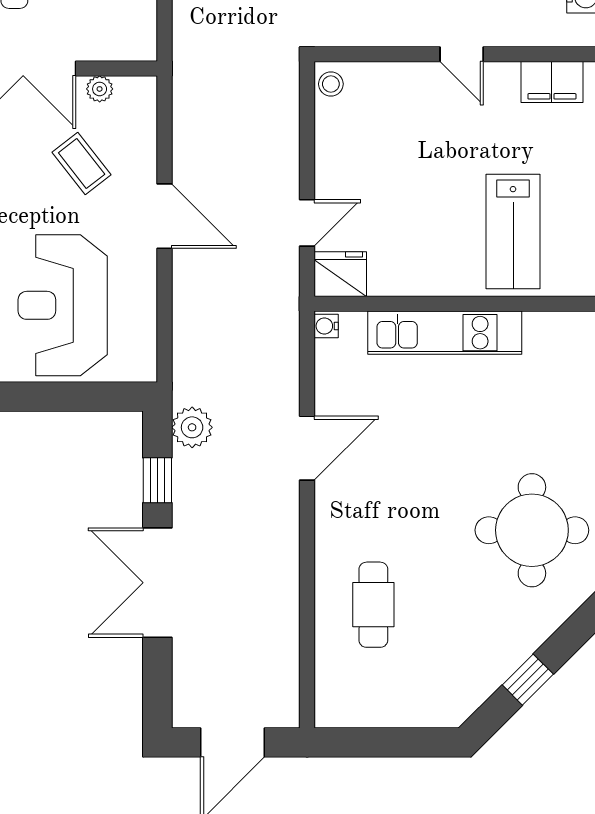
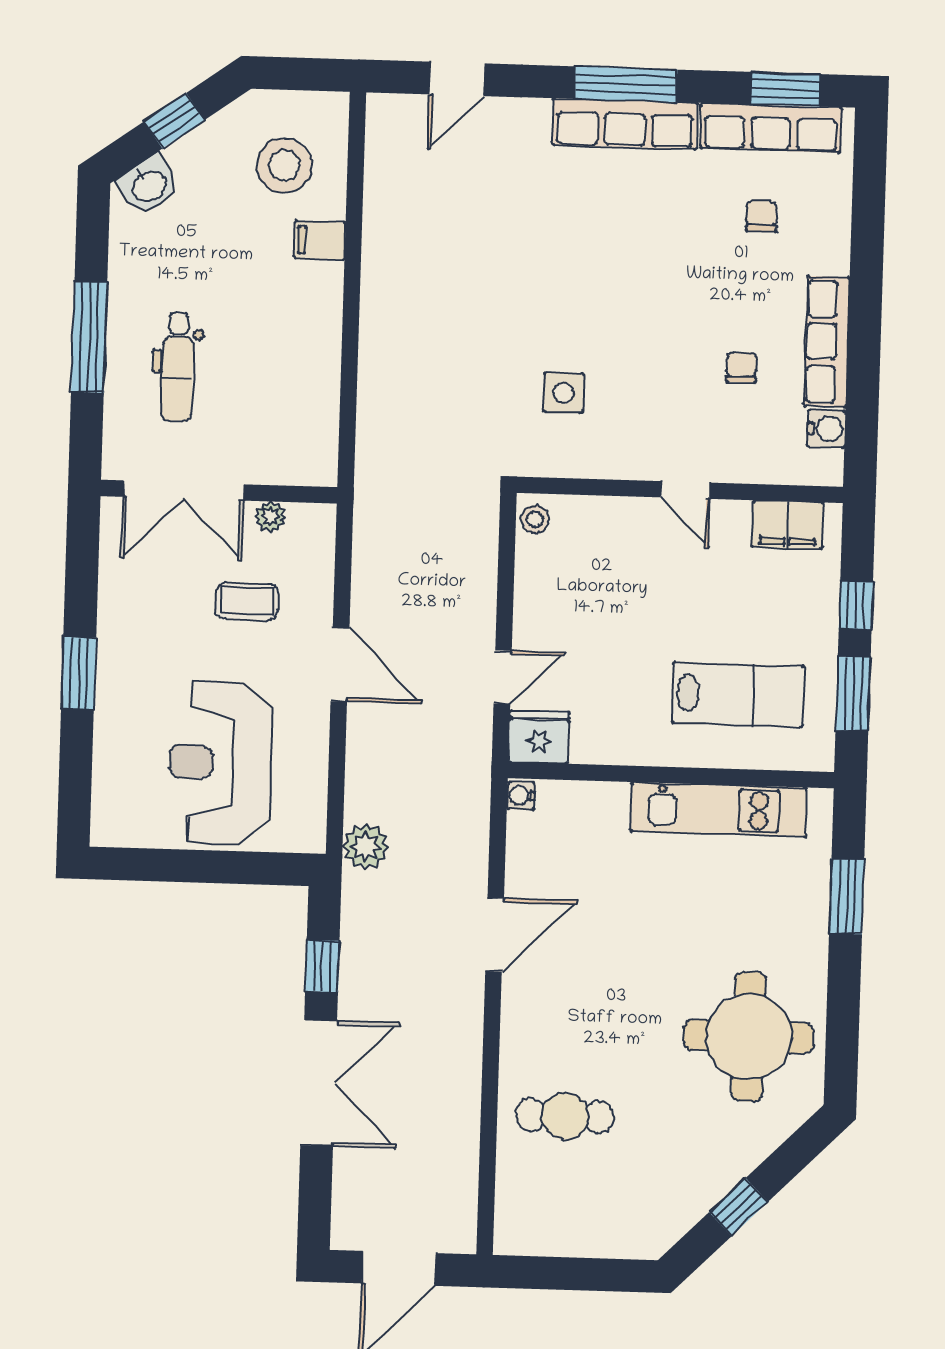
coffee table: (82, 164) -> (247, 601), turned -52
lab bench: (513, 232) -> (738, 694), turned -90
kitchen unit: (445, 333) -> (719, 810), moved
plant: (192, 427) -> (366, 847), moved
double door: (157, 583) -> (319, 1083), swing flipped
cafe table: (373, 605) -> (565, 1116), turned 90

